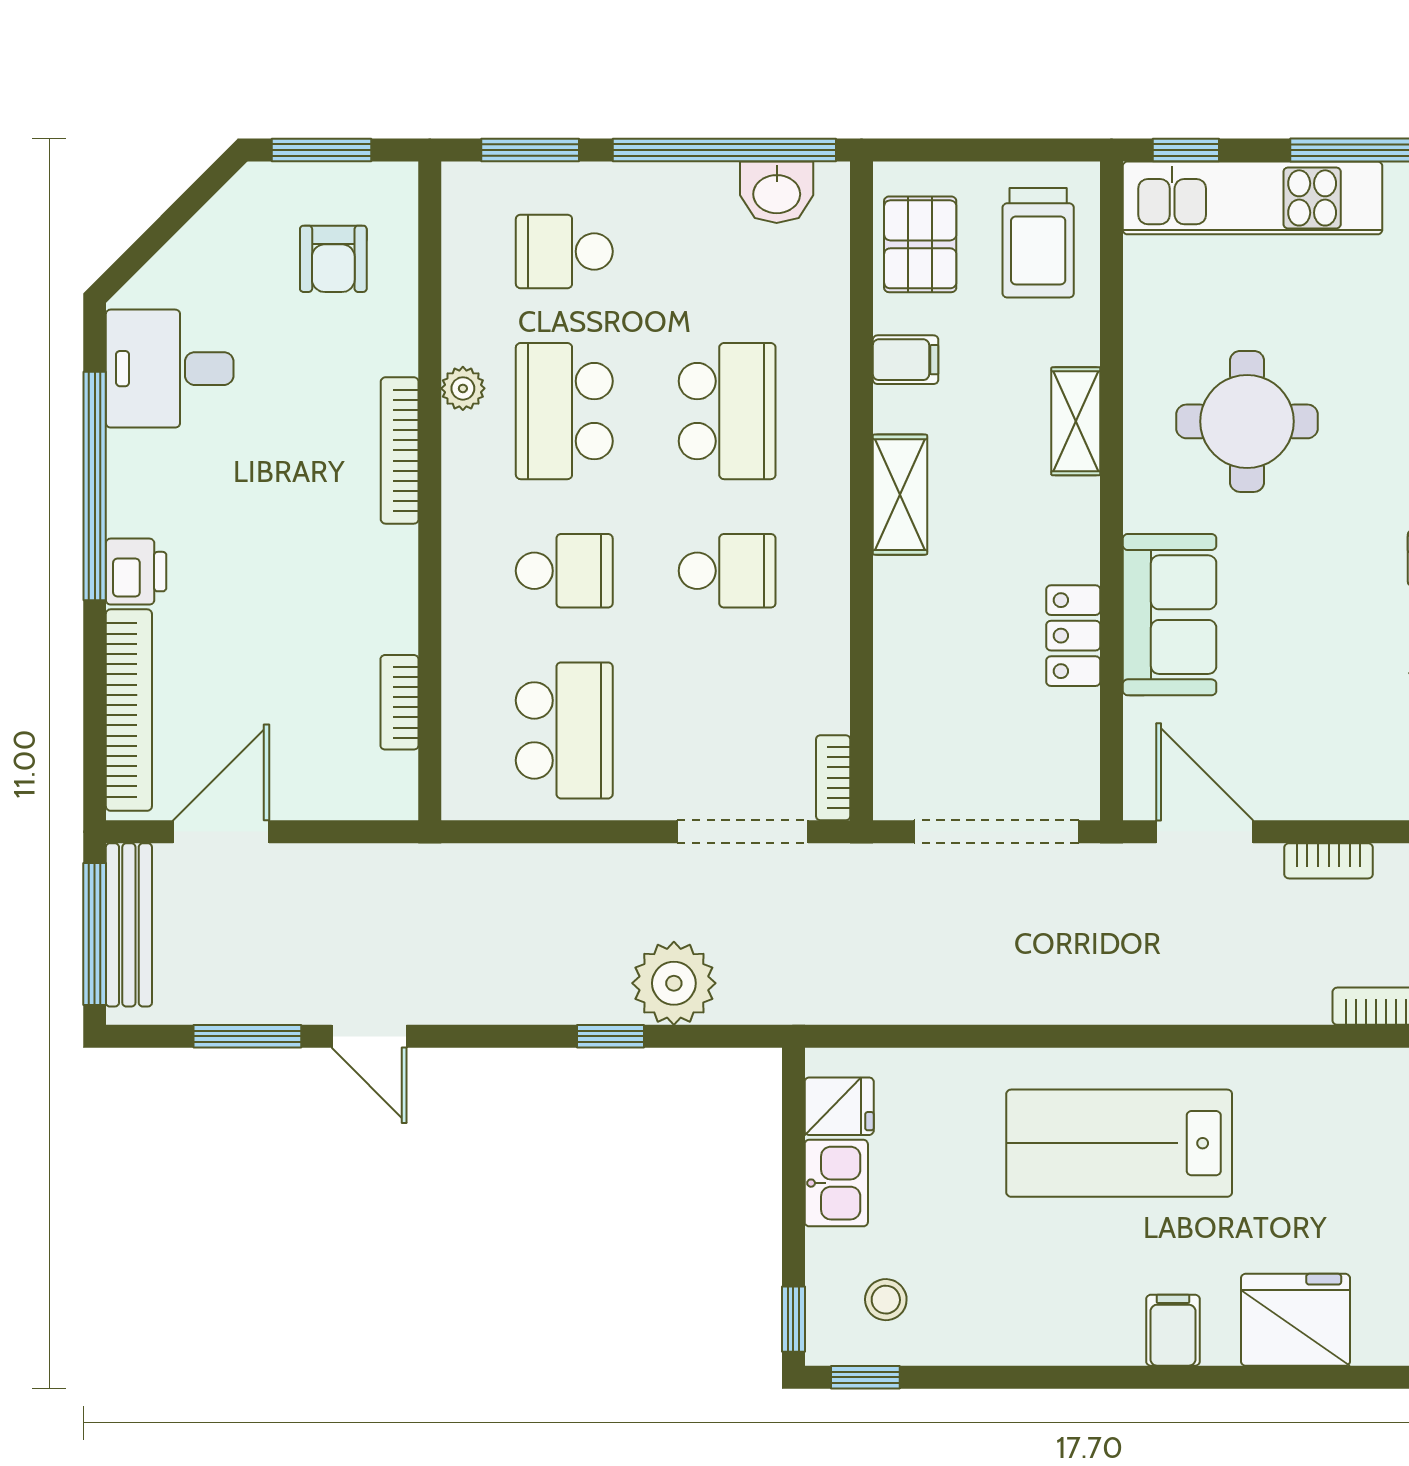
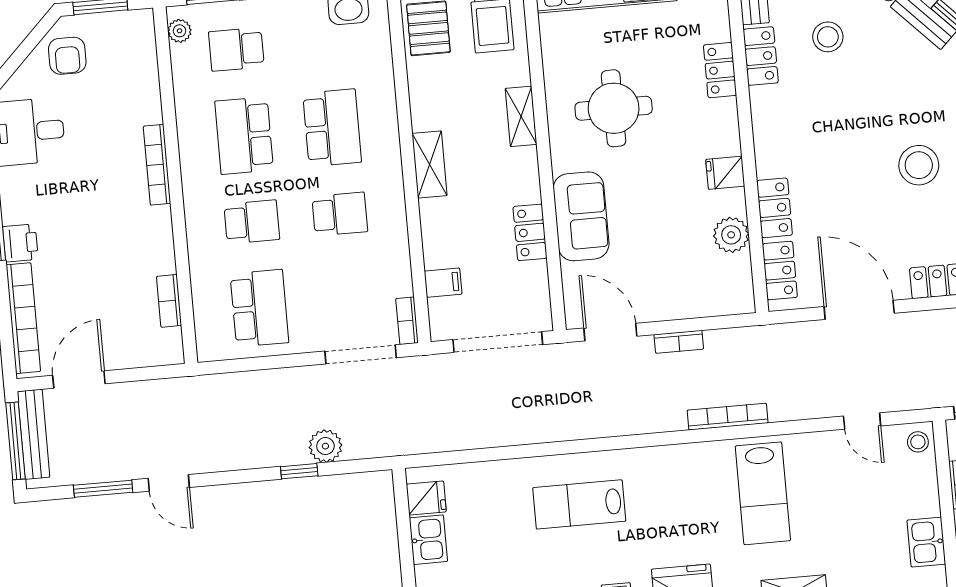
armchair: (333, 259) -> (67, 56), moved
filing cabinet: (906, 360) -> (443, 283), moved
plant: (463, 388) -> (180, 31), moved
plant: (674, 983) -> (325, 446), width x0.73, depth x0.73
lab bench: (1119, 1143) -> (579, 504), width x0.73, depth x0.72

